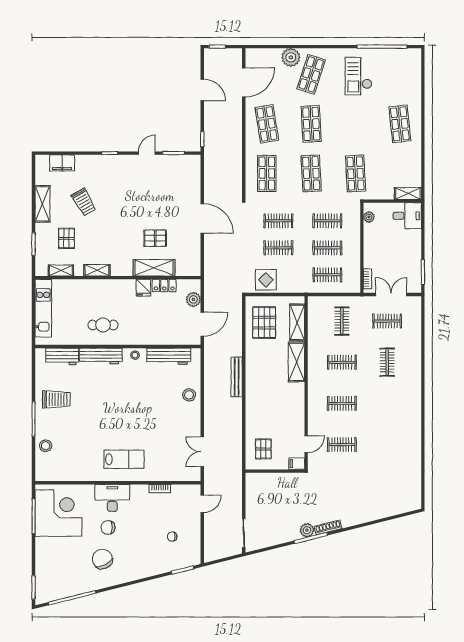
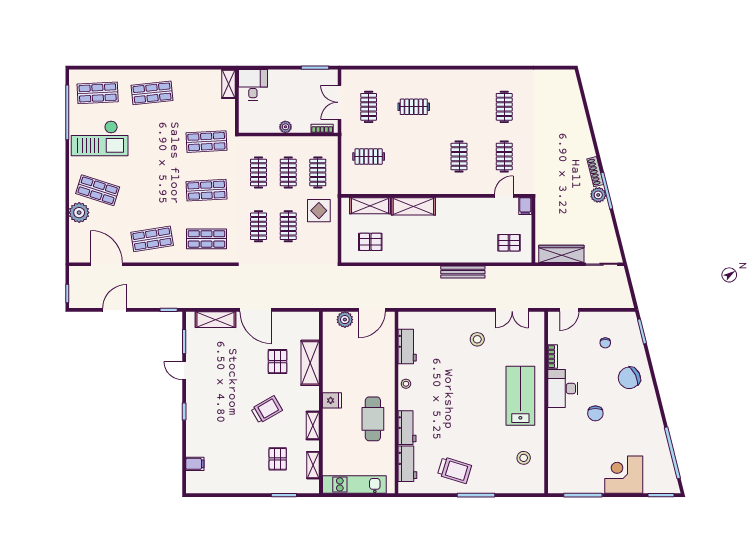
checkout: (358, 76) -> (100, 138), width x1.36, depth x1.21
shop shelf: (311, 124) -> (98, 93), moved
filing cabinet: (62, 163) -> (195, 464), width x0.50
trolley: (84, 202) -> (267, 410), moved
shelving: (42, 204) -> (215, 320), moved
plant: (369, 217) -> (285, 127), moved
door: (202, 218) -> (256, 310), swing flipped
pallet: (67, 238) -> (278, 459), turned 90
display table: (266, 280) -> (319, 211), moved
locker: (164, 286) -> (330, 352), removed
fridge: (144, 288) -> (332, 400), moved
pallet: (264, 323) -> (370, 242), width x0.67, depth x0.71
door: (202, 324) -> (372, 310), swing flipped
cafe table: (103, 325) -> (373, 419), width x1.37, depth x1.35
workbench: (101, 356) -> (407, 428), width x0.73
workbench: (169, 356) -> (407, 347), width x0.73
clothes rail: (342, 362) -> (504, 107), moved
bench: (237, 377) -> (463, 272), moved
stool: (189, 395) -> (477, 339), moved
trolley: (56, 399) -> (455, 470), turned 107
door: (306, 444) -> (504, 196), hinge flipped
stool: (46, 446) -> (524, 458), moved
lab bench: (124, 459) -> (520, 396), width x1.36, depth x1.39
wardrobe: (253, 497) -> (561, 254), added
desk: (112, 498) -> (563, 389), moved
door: (202, 504) -> (569, 310), swing flipped
corner desk: (58, 513) -> (624, 475), moved, width x0.74, depth x0.74
chair: (102, 559) -> (629, 378), moved

